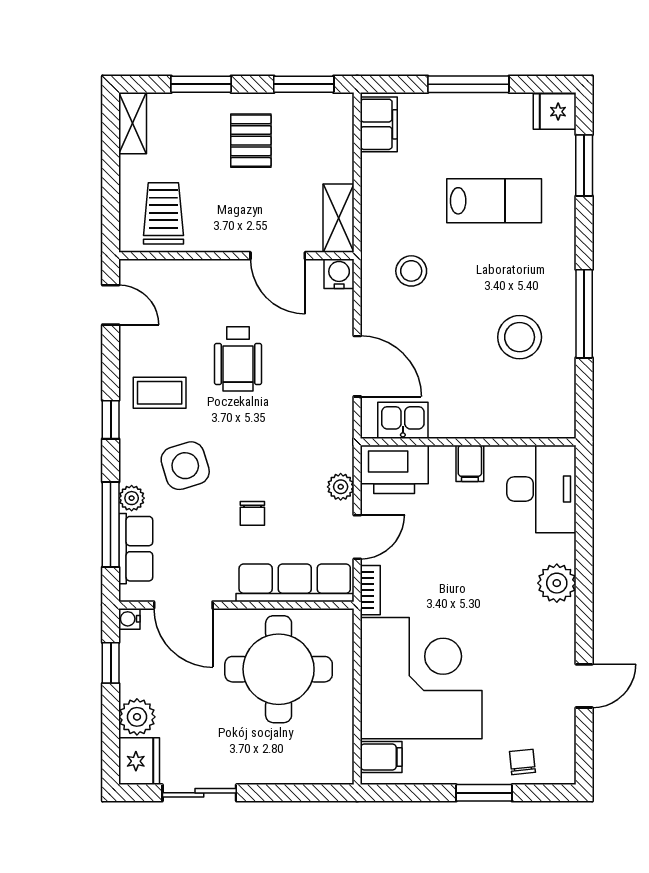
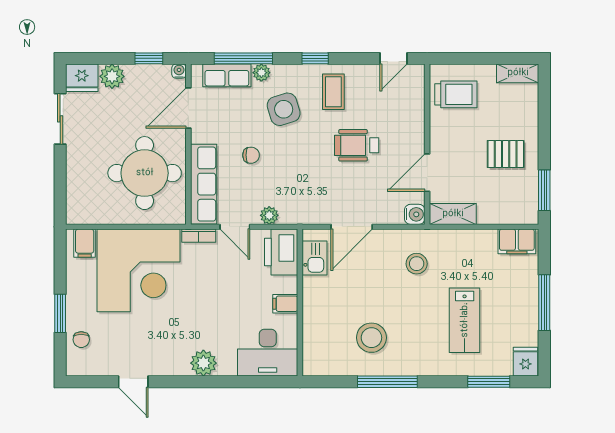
window: (201, 84) -> (544, 120), removed
chair: (252, 513) -> (251, 155), turned 180
chair: (522, 762) -> (81, 340), turned 96

